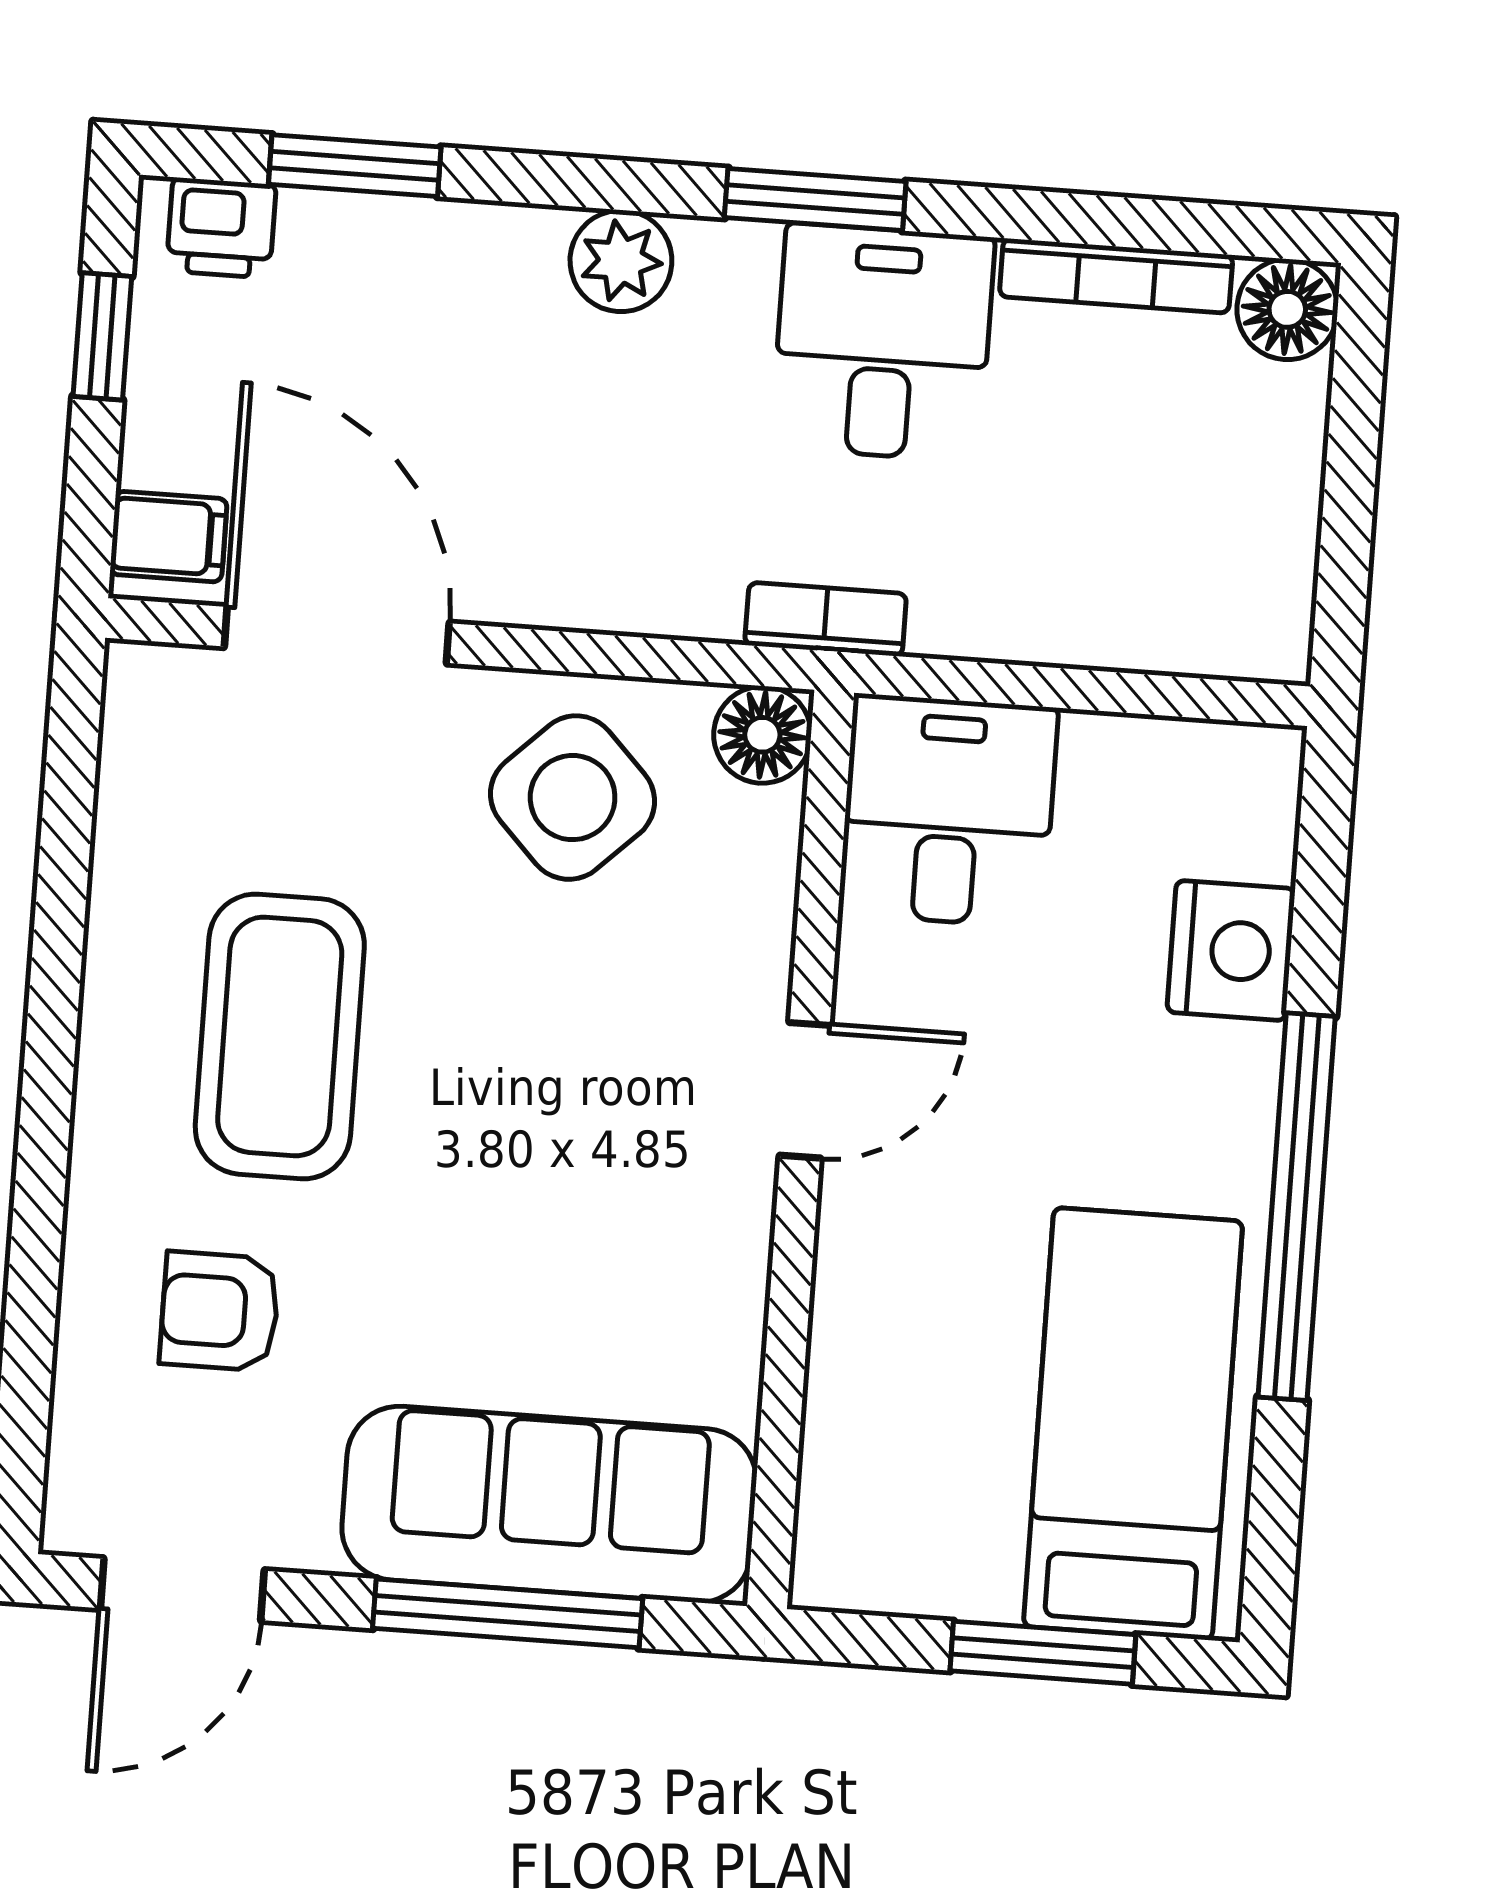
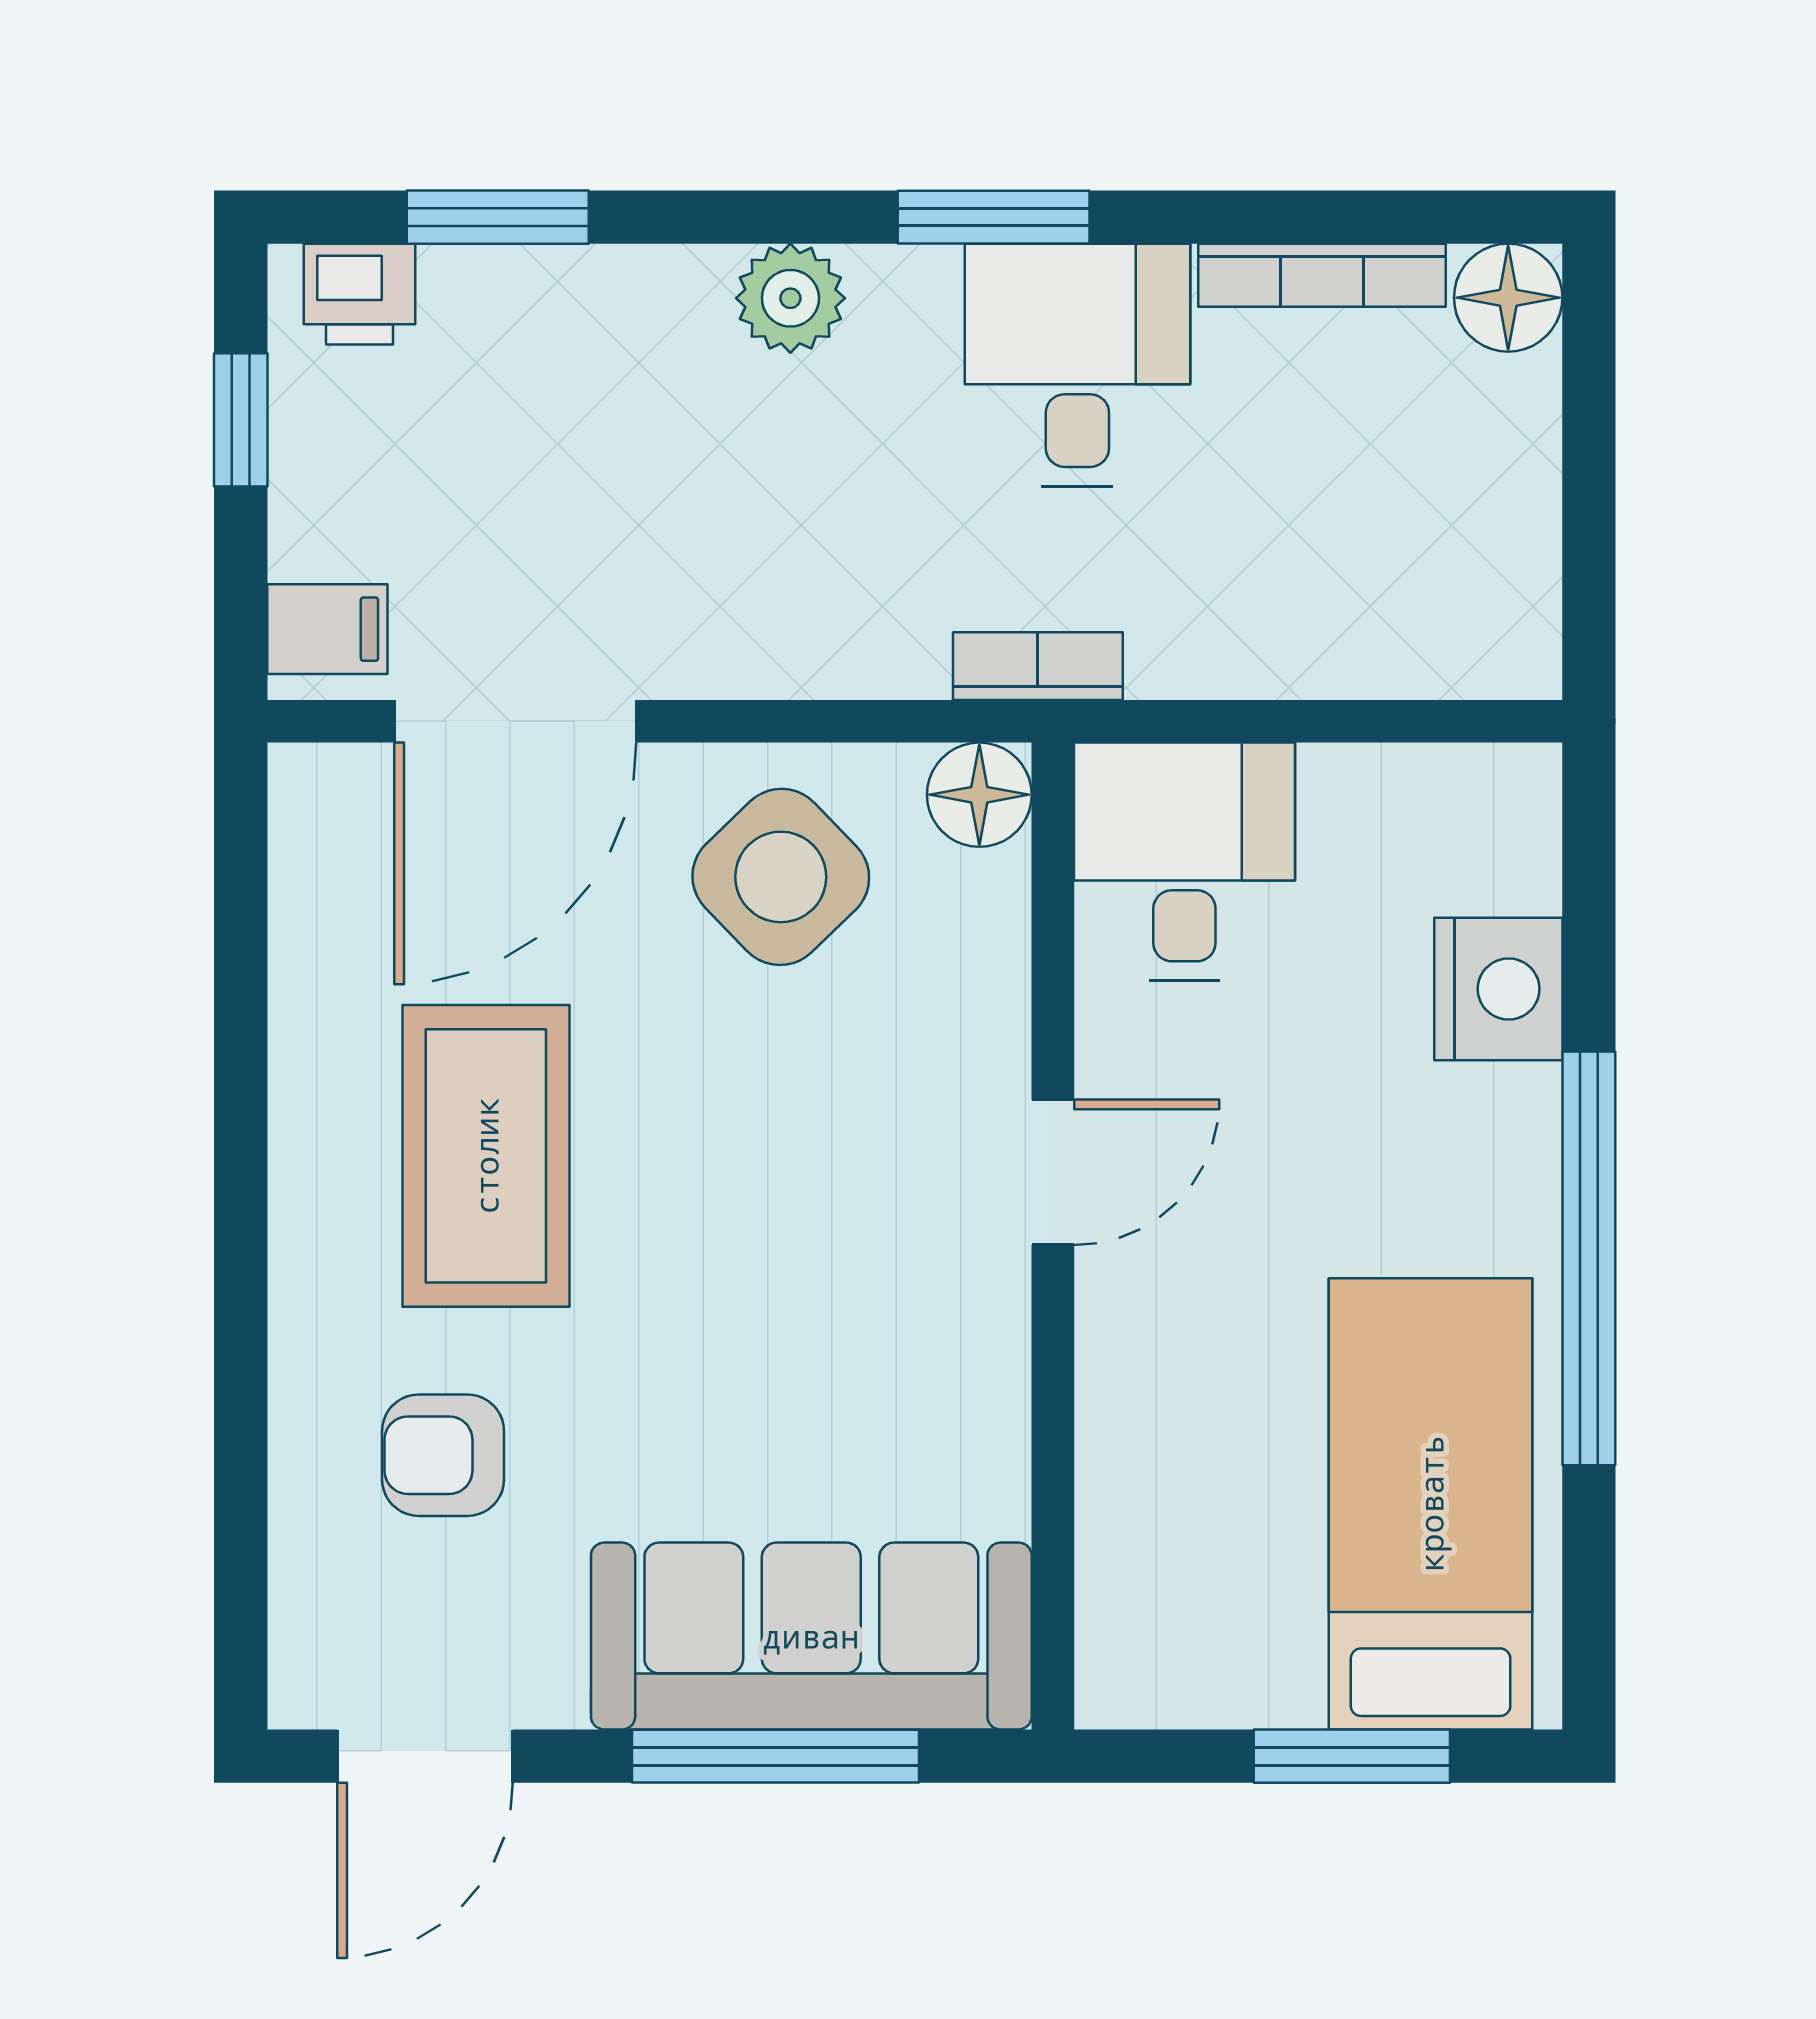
door: (337, 635) -> (515, 721), swing flipped

